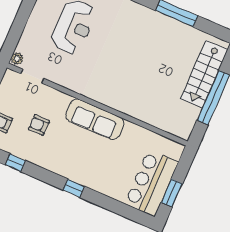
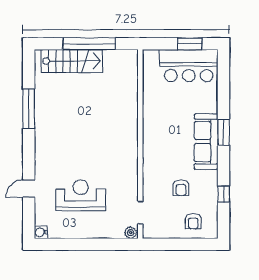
sofa: (95, 119) -> (206, 142), moved, turned 180
window: (74, 188) -> (224, 132), width x1.50

